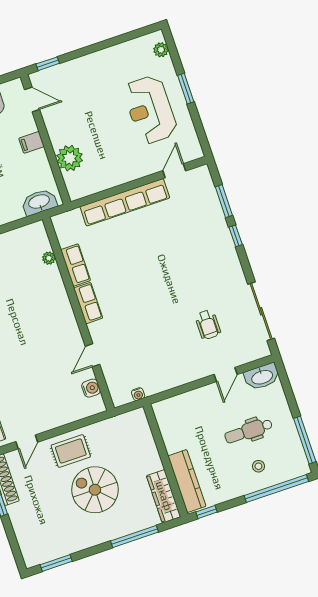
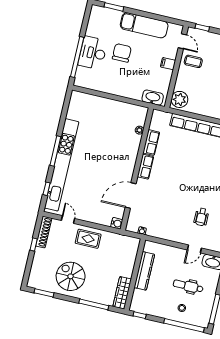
coffee table: (64, 118) -> (193, 61), added
plant: (70, 158) -> (179, 99), moved
door: (92, 355) -> (131, 195), width x1.87
water cooler: (91, 388) -> (117, 223), moved
door: (27, 442) -> (68, 220), swing flipped
kitchen counter: (187, 481) -> (144, 271), moved
spiral stairs: (95, 490) -> (71, 276), moved

